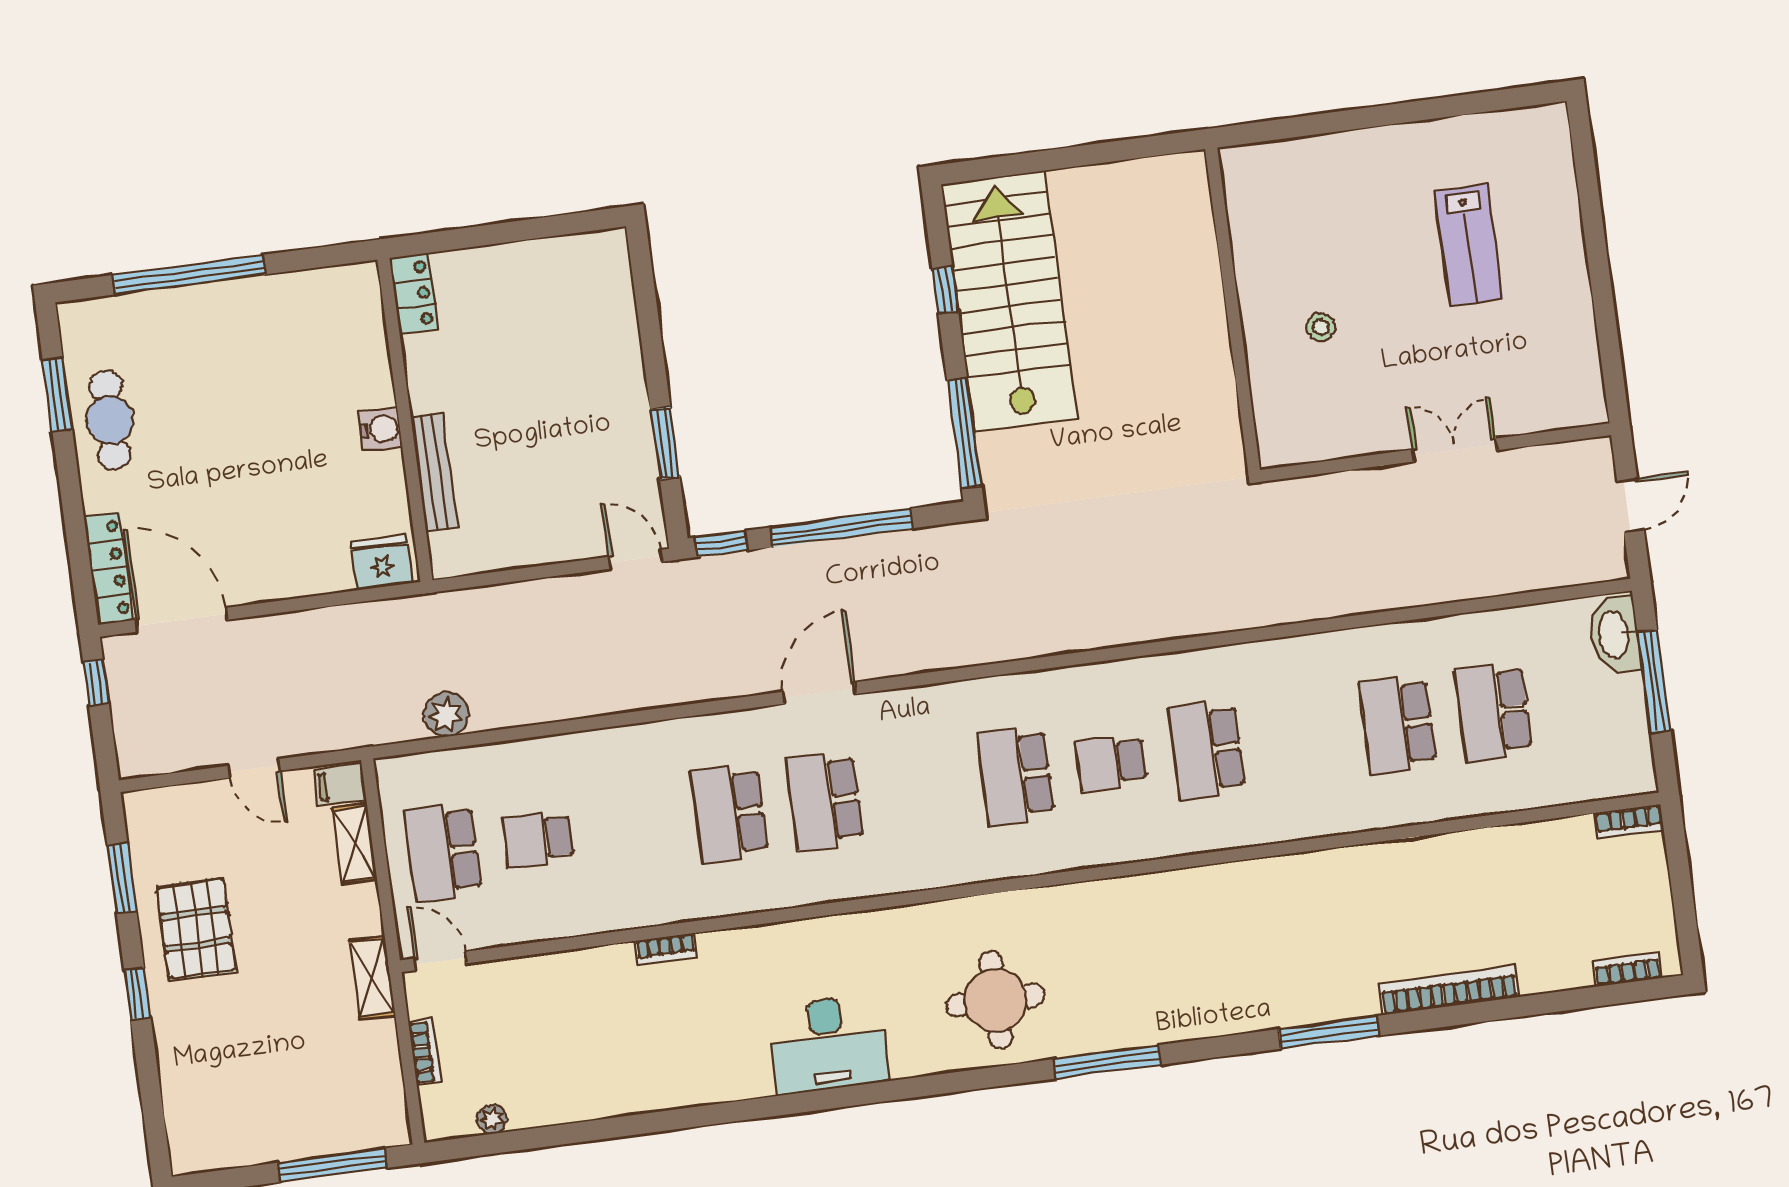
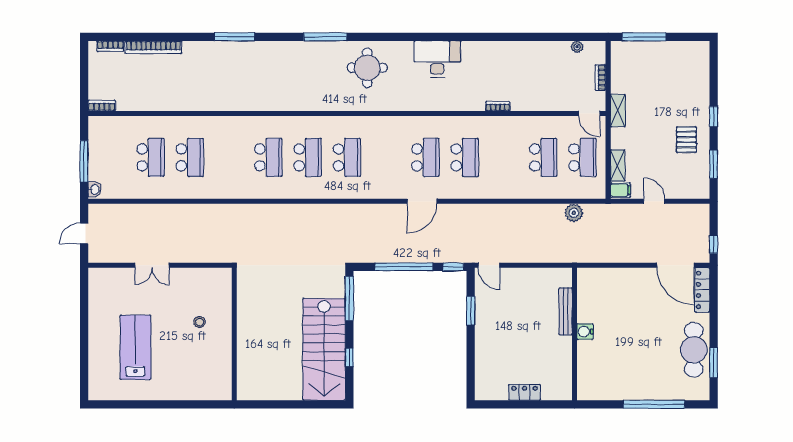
lab bench: (1469, 245) -> (135, 347), width x1.36, depth x1.39
locker: (414, 294) -> (525, 392), moved, turned 90
cafe table: (110, 420) -> (694, 350), width x1.37, depth x1.35
fridge: (382, 563) -> (592, 278), removed
washbasin: (1615, 634) -> (94, 189), width x0.52, depth x0.69
school desk: (1111, 763) -> (308, 157), width x1.85
school desk: (538, 839) -> (543, 157), width x1.85
pallet: (196, 929) -> (686, 140), width x0.67, depth x0.71
bookcase: (1449, 990) -> (153, 47), moved

